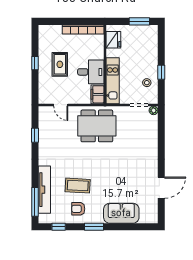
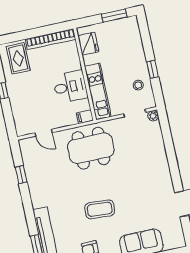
rug: (60, 64) -> (18, 58), moved
filing cabinet: (97, 94) -> (85, 117), width x0.50
coffee table: (78, 186) -> (100, 209), moved

